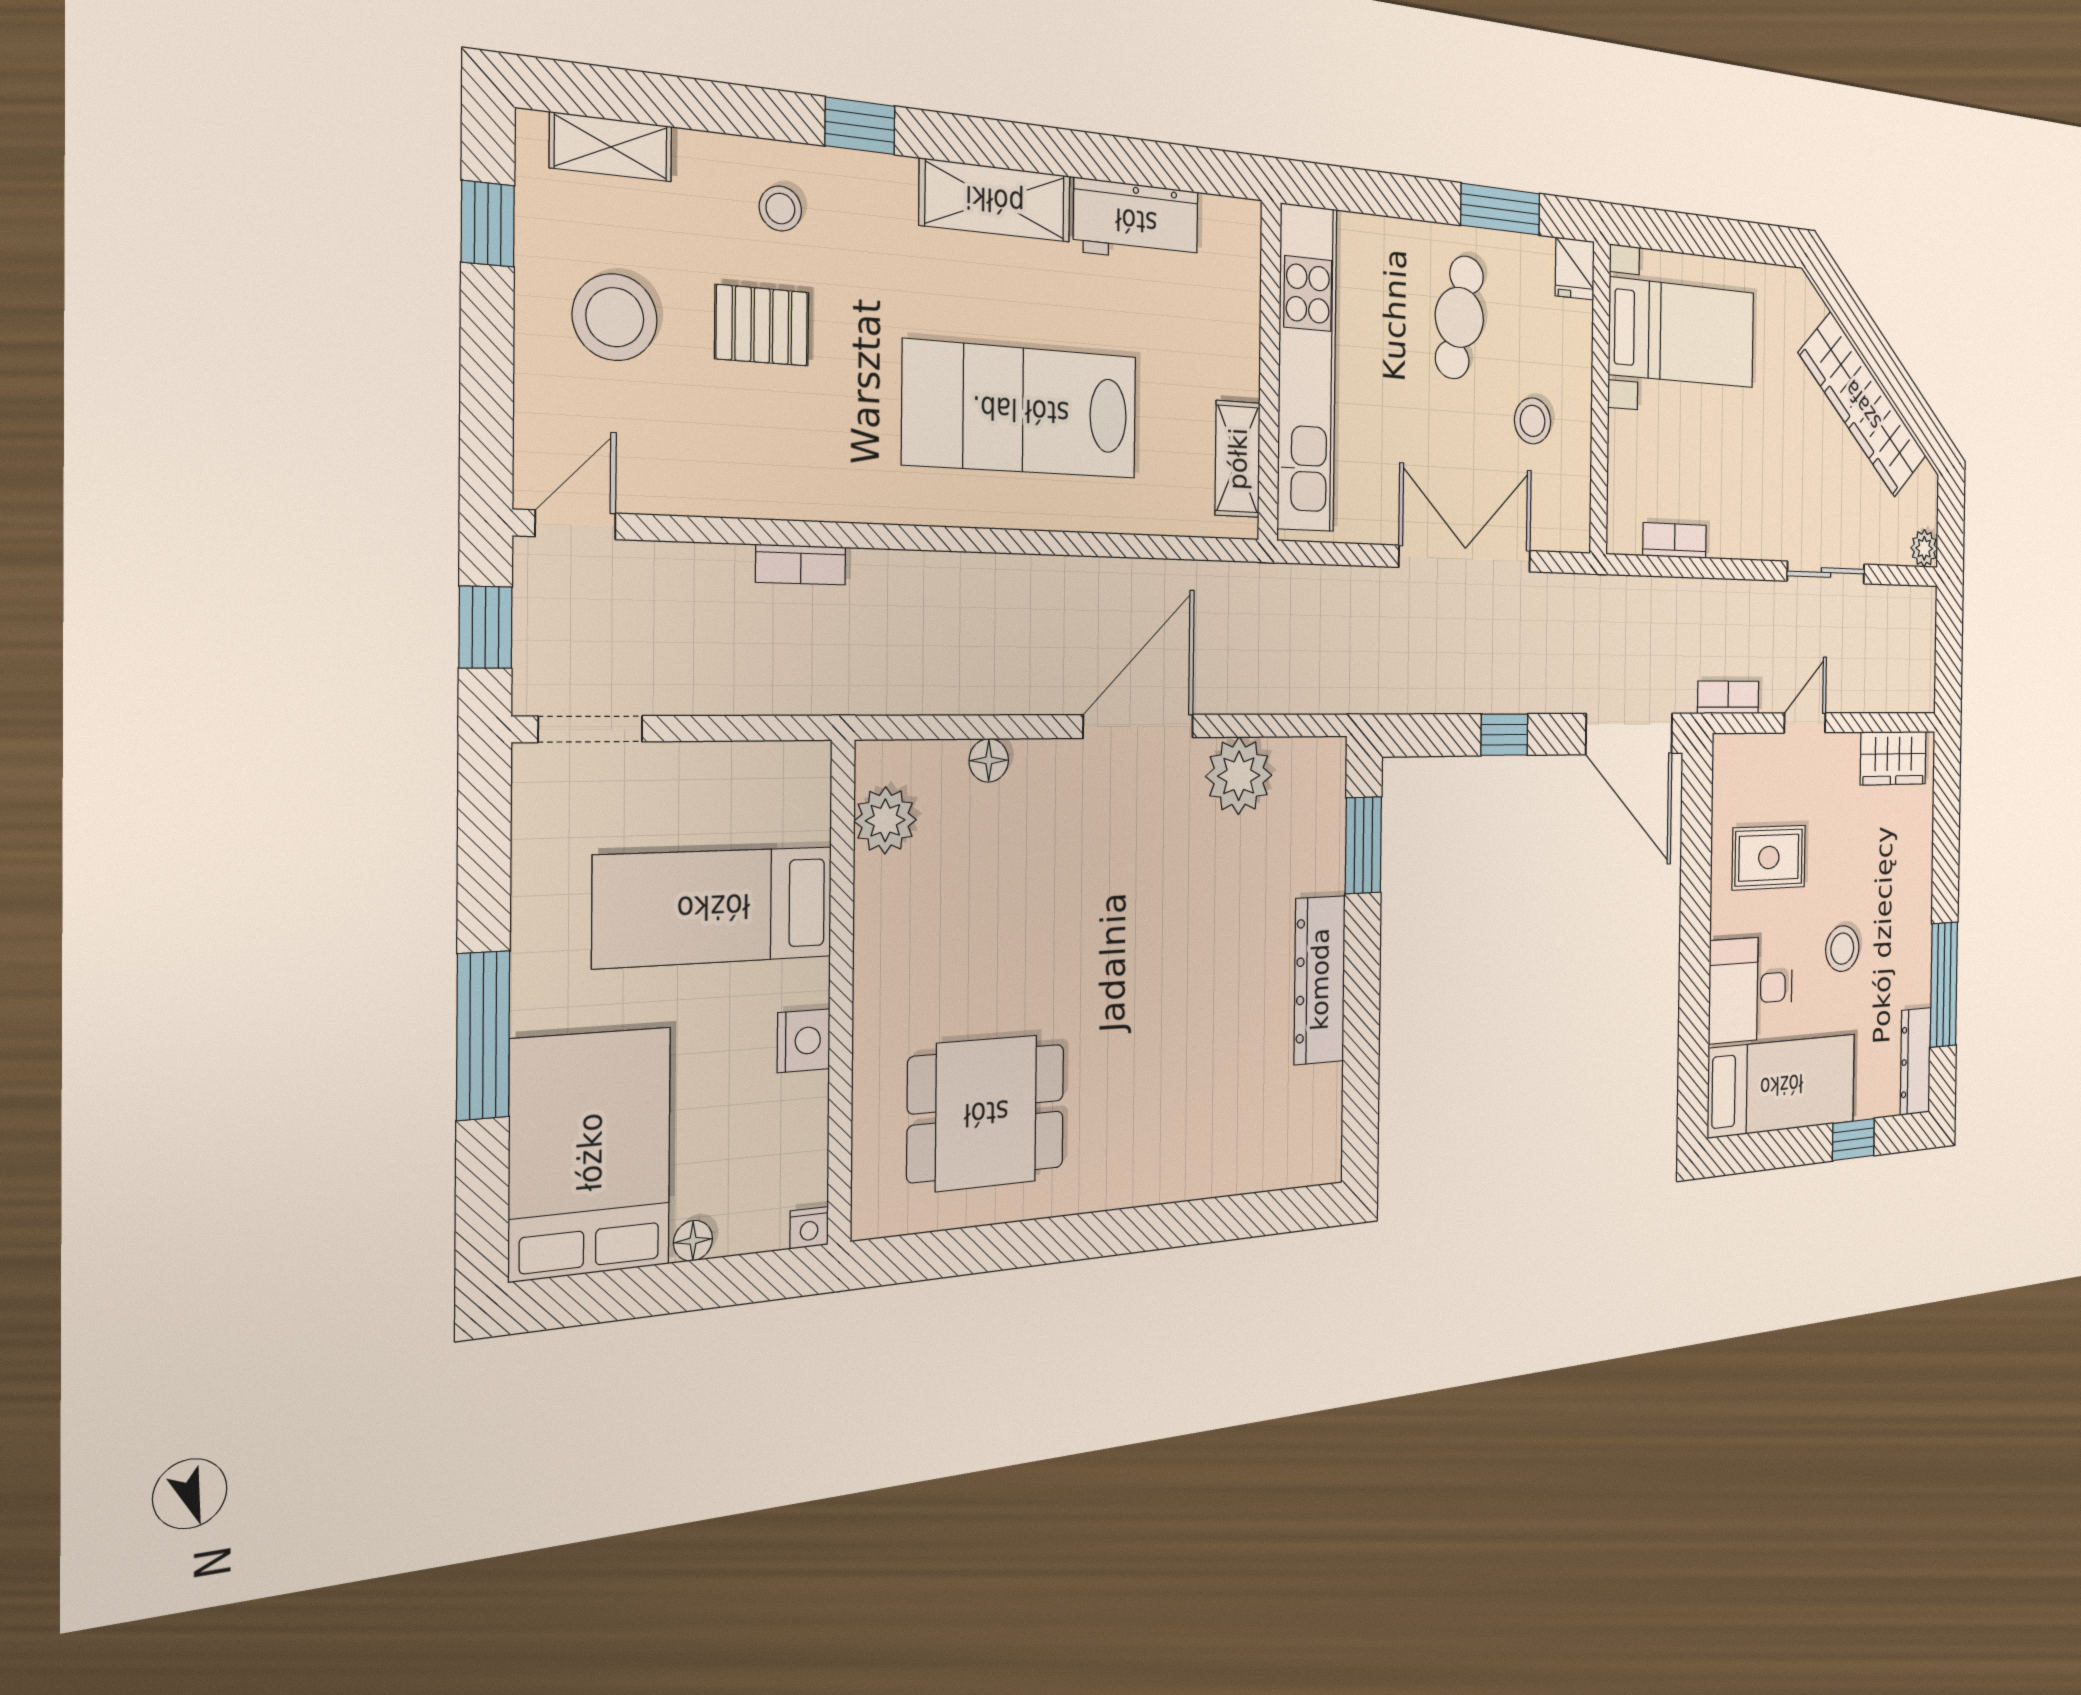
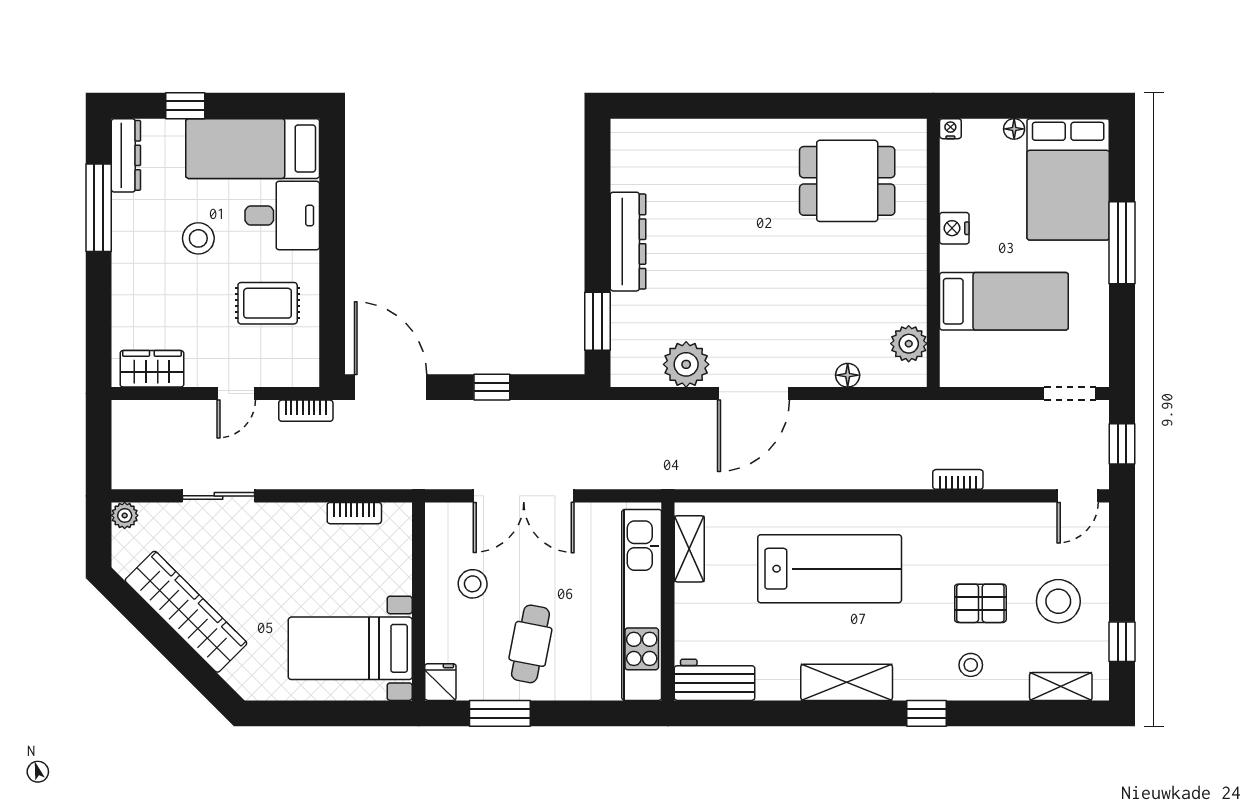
workbench: (1136, 221) -> (714, 680), moved

